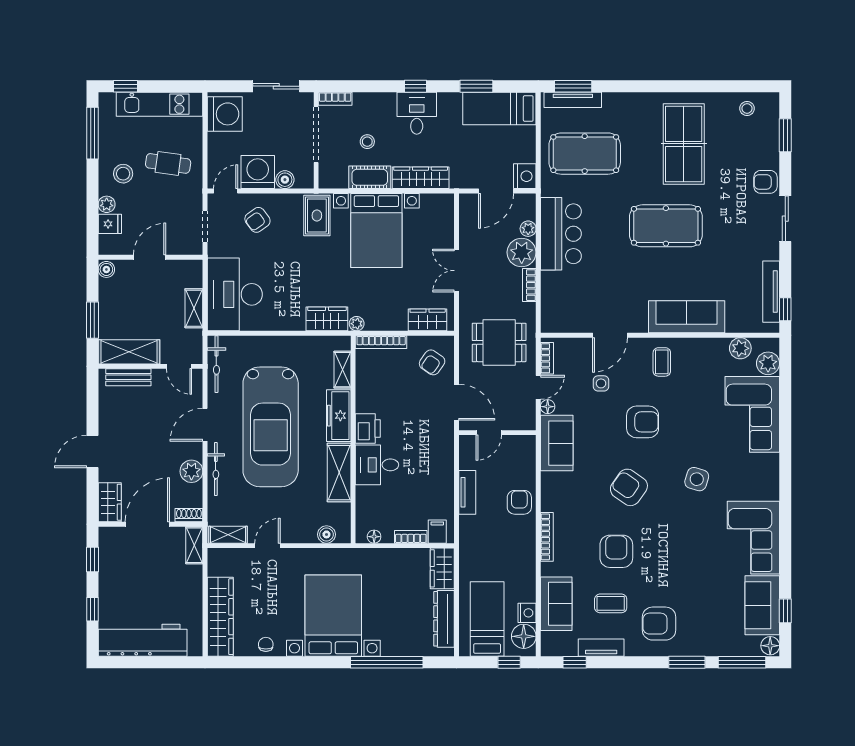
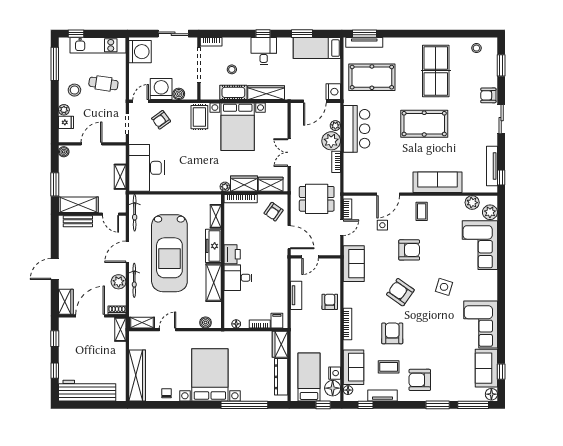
wardrobe: (327, 319) -> (244, 184), moved
floor lamp: (548, 407) -> (348, 390), moved

